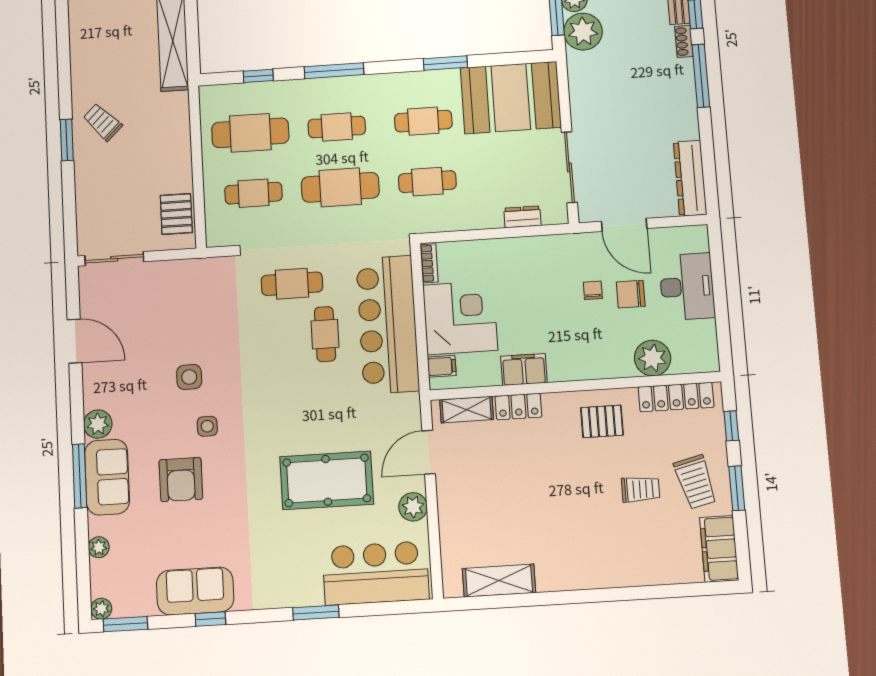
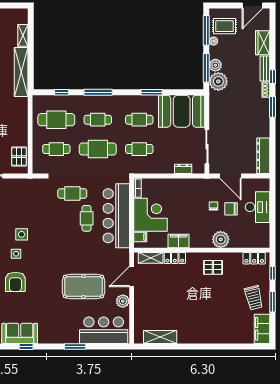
window: (701, 76) -> (272, 107), width x0.69
plant: (653, 358) -> (221, 239), moved
locker: (676, 397) -> (254, 258), width x0.66
side table: (207, 426) -> (16, 254), moved
trolley: (641, 489) -> (228, 300), removed

